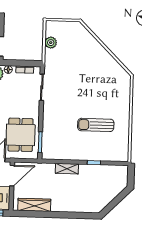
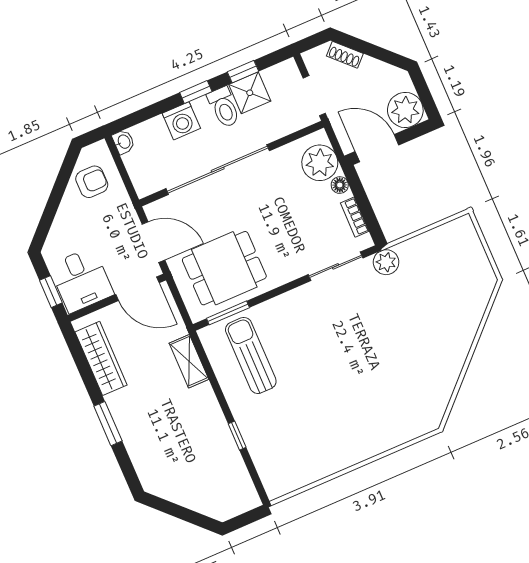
plant: (51, 43) -> (386, 262), moved
sun lounger: (96, 125) -> (251, 355), moved
shelving: (67, 169) -> (189, 361), moved
window: (63, 215) -> (108, 424), added

